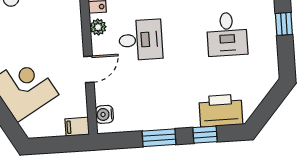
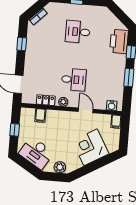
desk: (227, 34) -> (78, 32), turned 180
desk: (141, 40) -> (74, 80), turned 90

